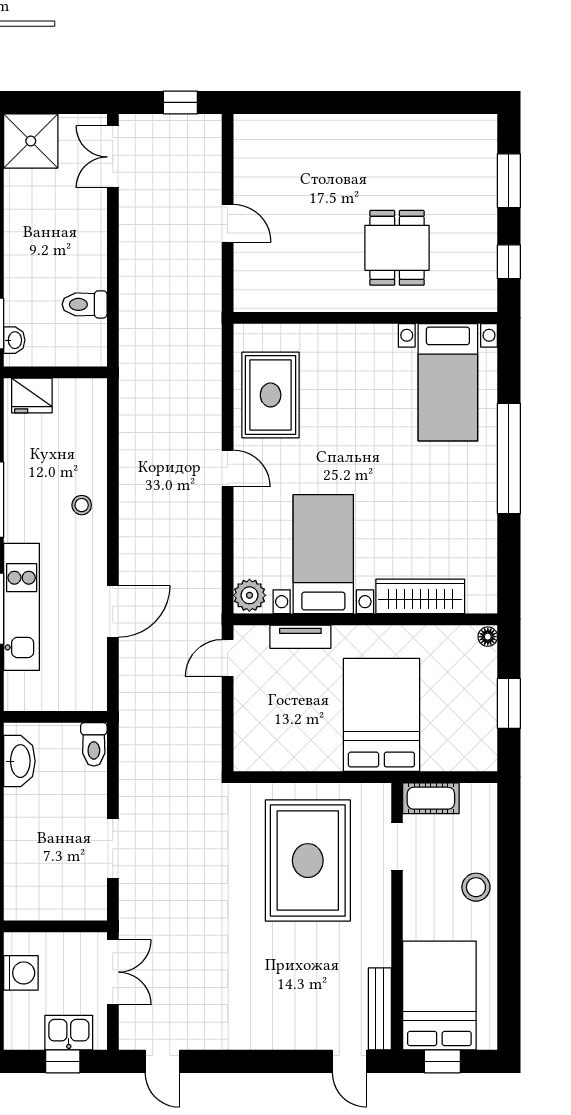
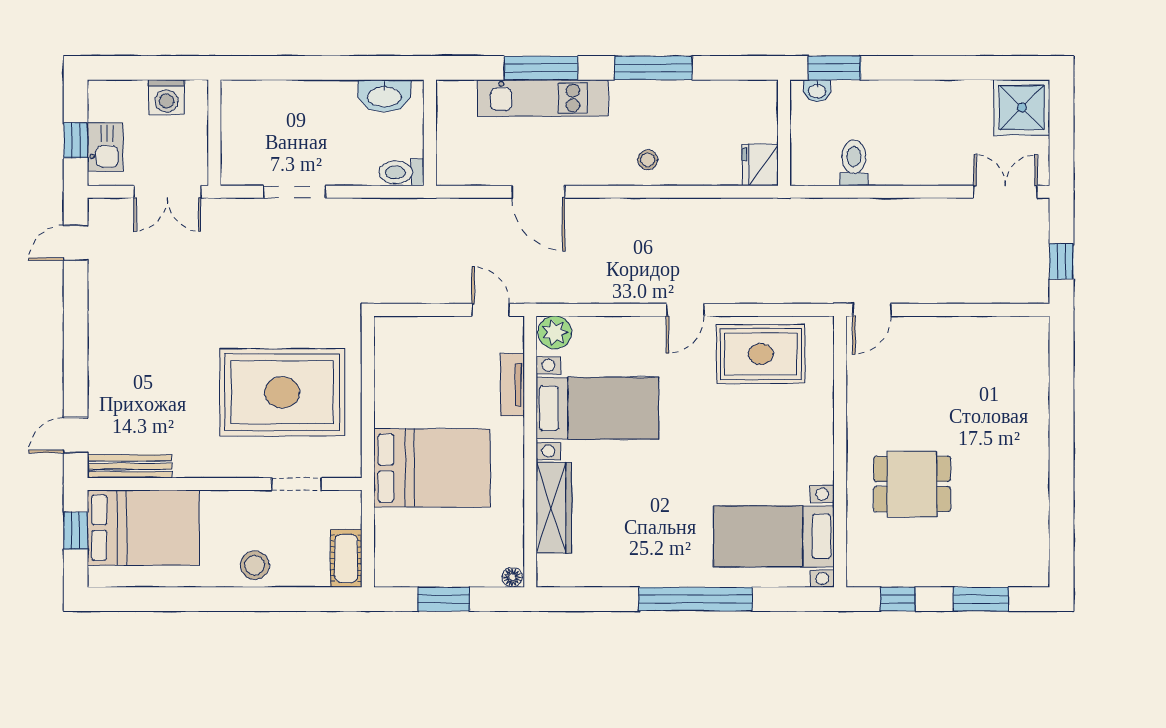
door: (228, 223) -> (872, 310), moved
fridge: (32, 396) -> (760, 165), moved
cot: (431, 798) -> (346, 558), moved

